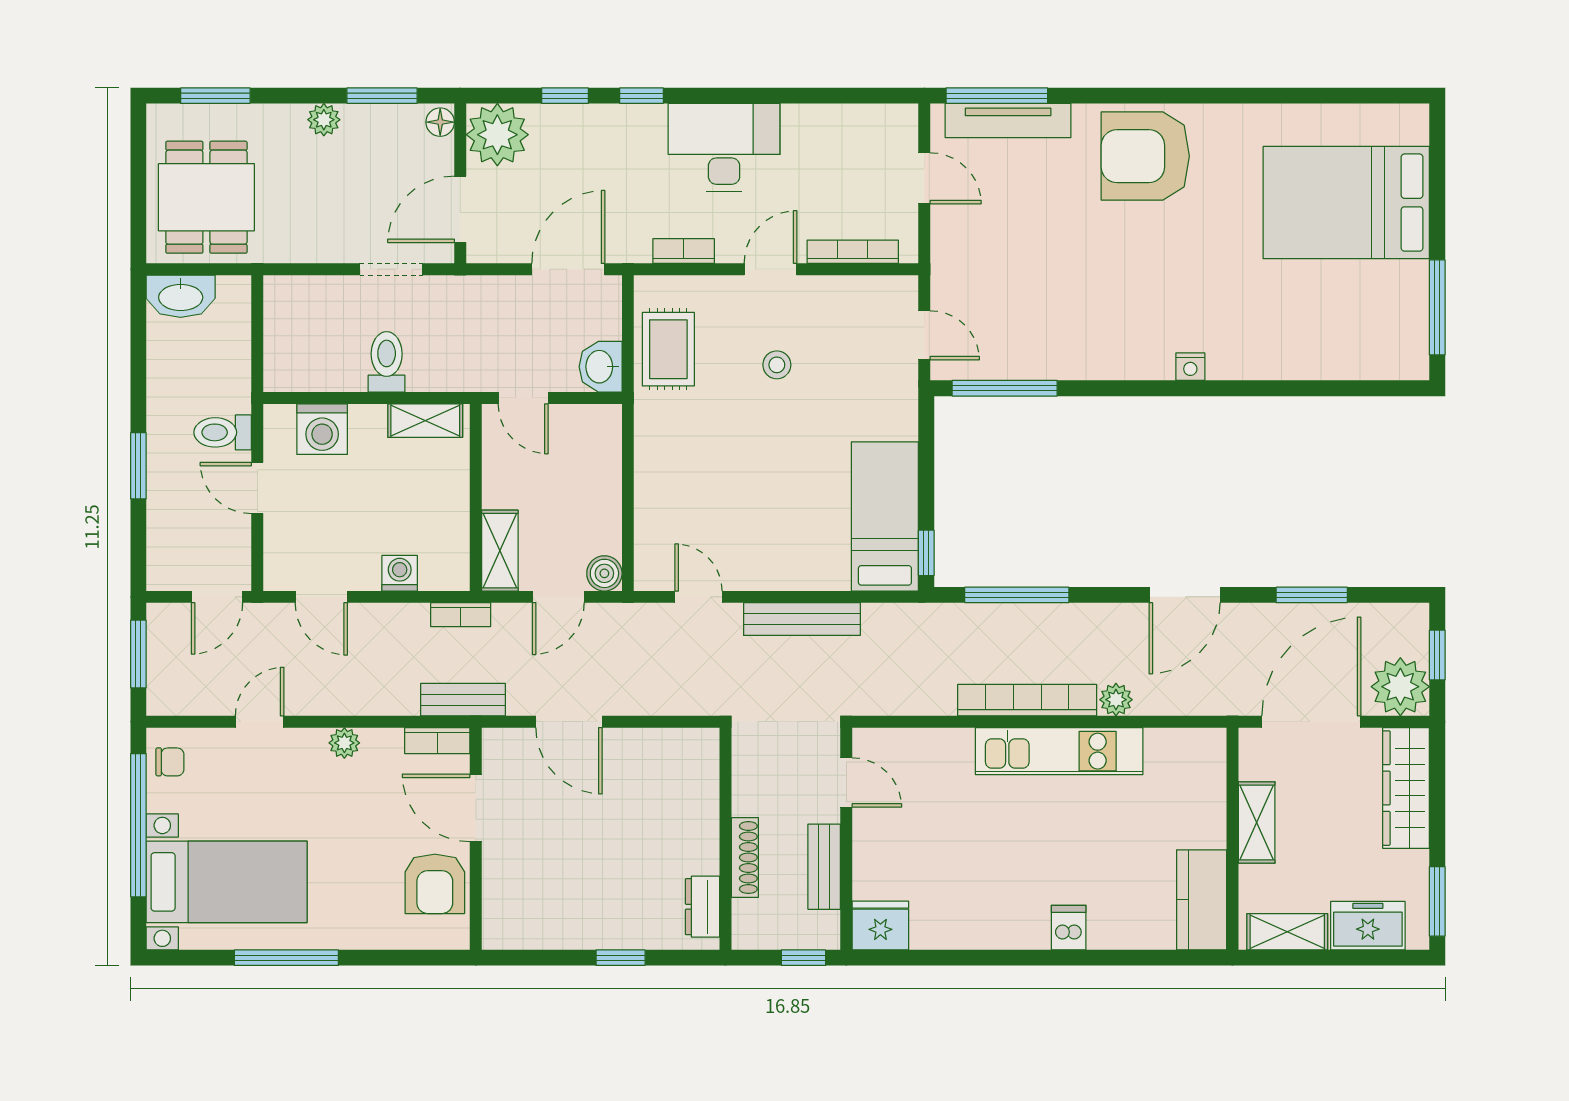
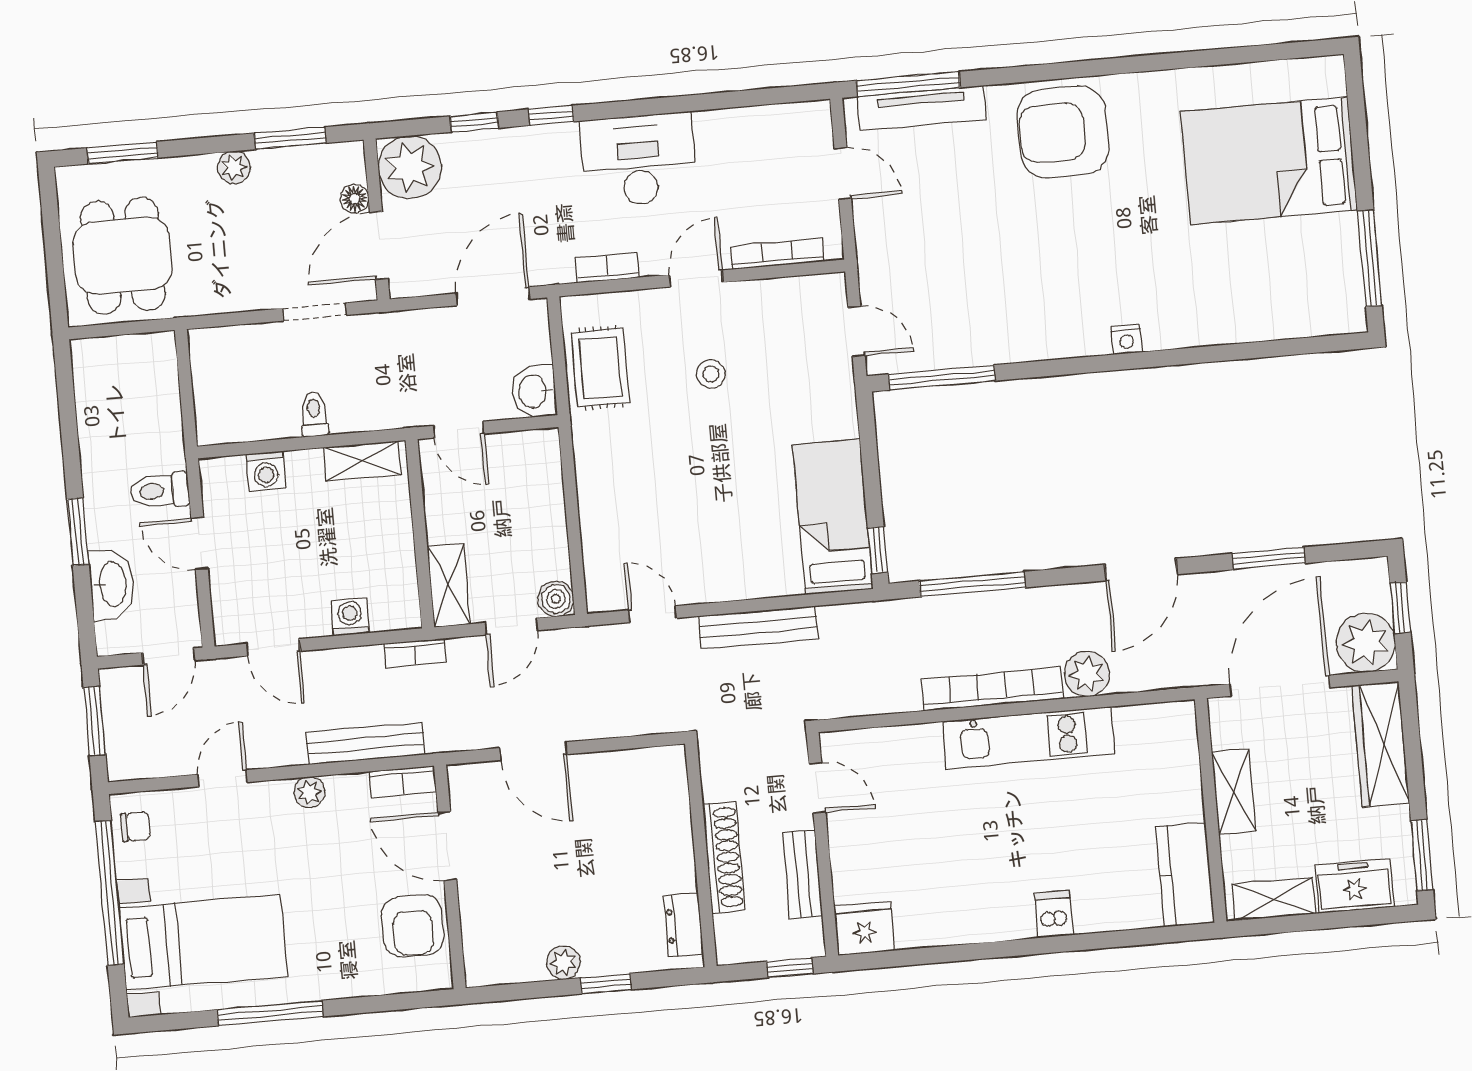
floor lamp: (440, 122) -> (354, 199), moved
washbasin: (181, 296) -> (112, 584), moved, turned -90
toilet: (387, 362) -> (314, 414), width x0.73, depth x0.72
washing machine: (322, 429) -> (266, 471), width x0.73, depth x0.73
bench: (463, 700) -> (366, 743), moved, width x1.36
plant: (1116, 700) -> (1087, 674), width x1.38, depth x1.38
shoe rack: (745, 857) -> (724, 857), width x1.36, depth x1.24
plant: (580, 933) -> (563, 963), added

